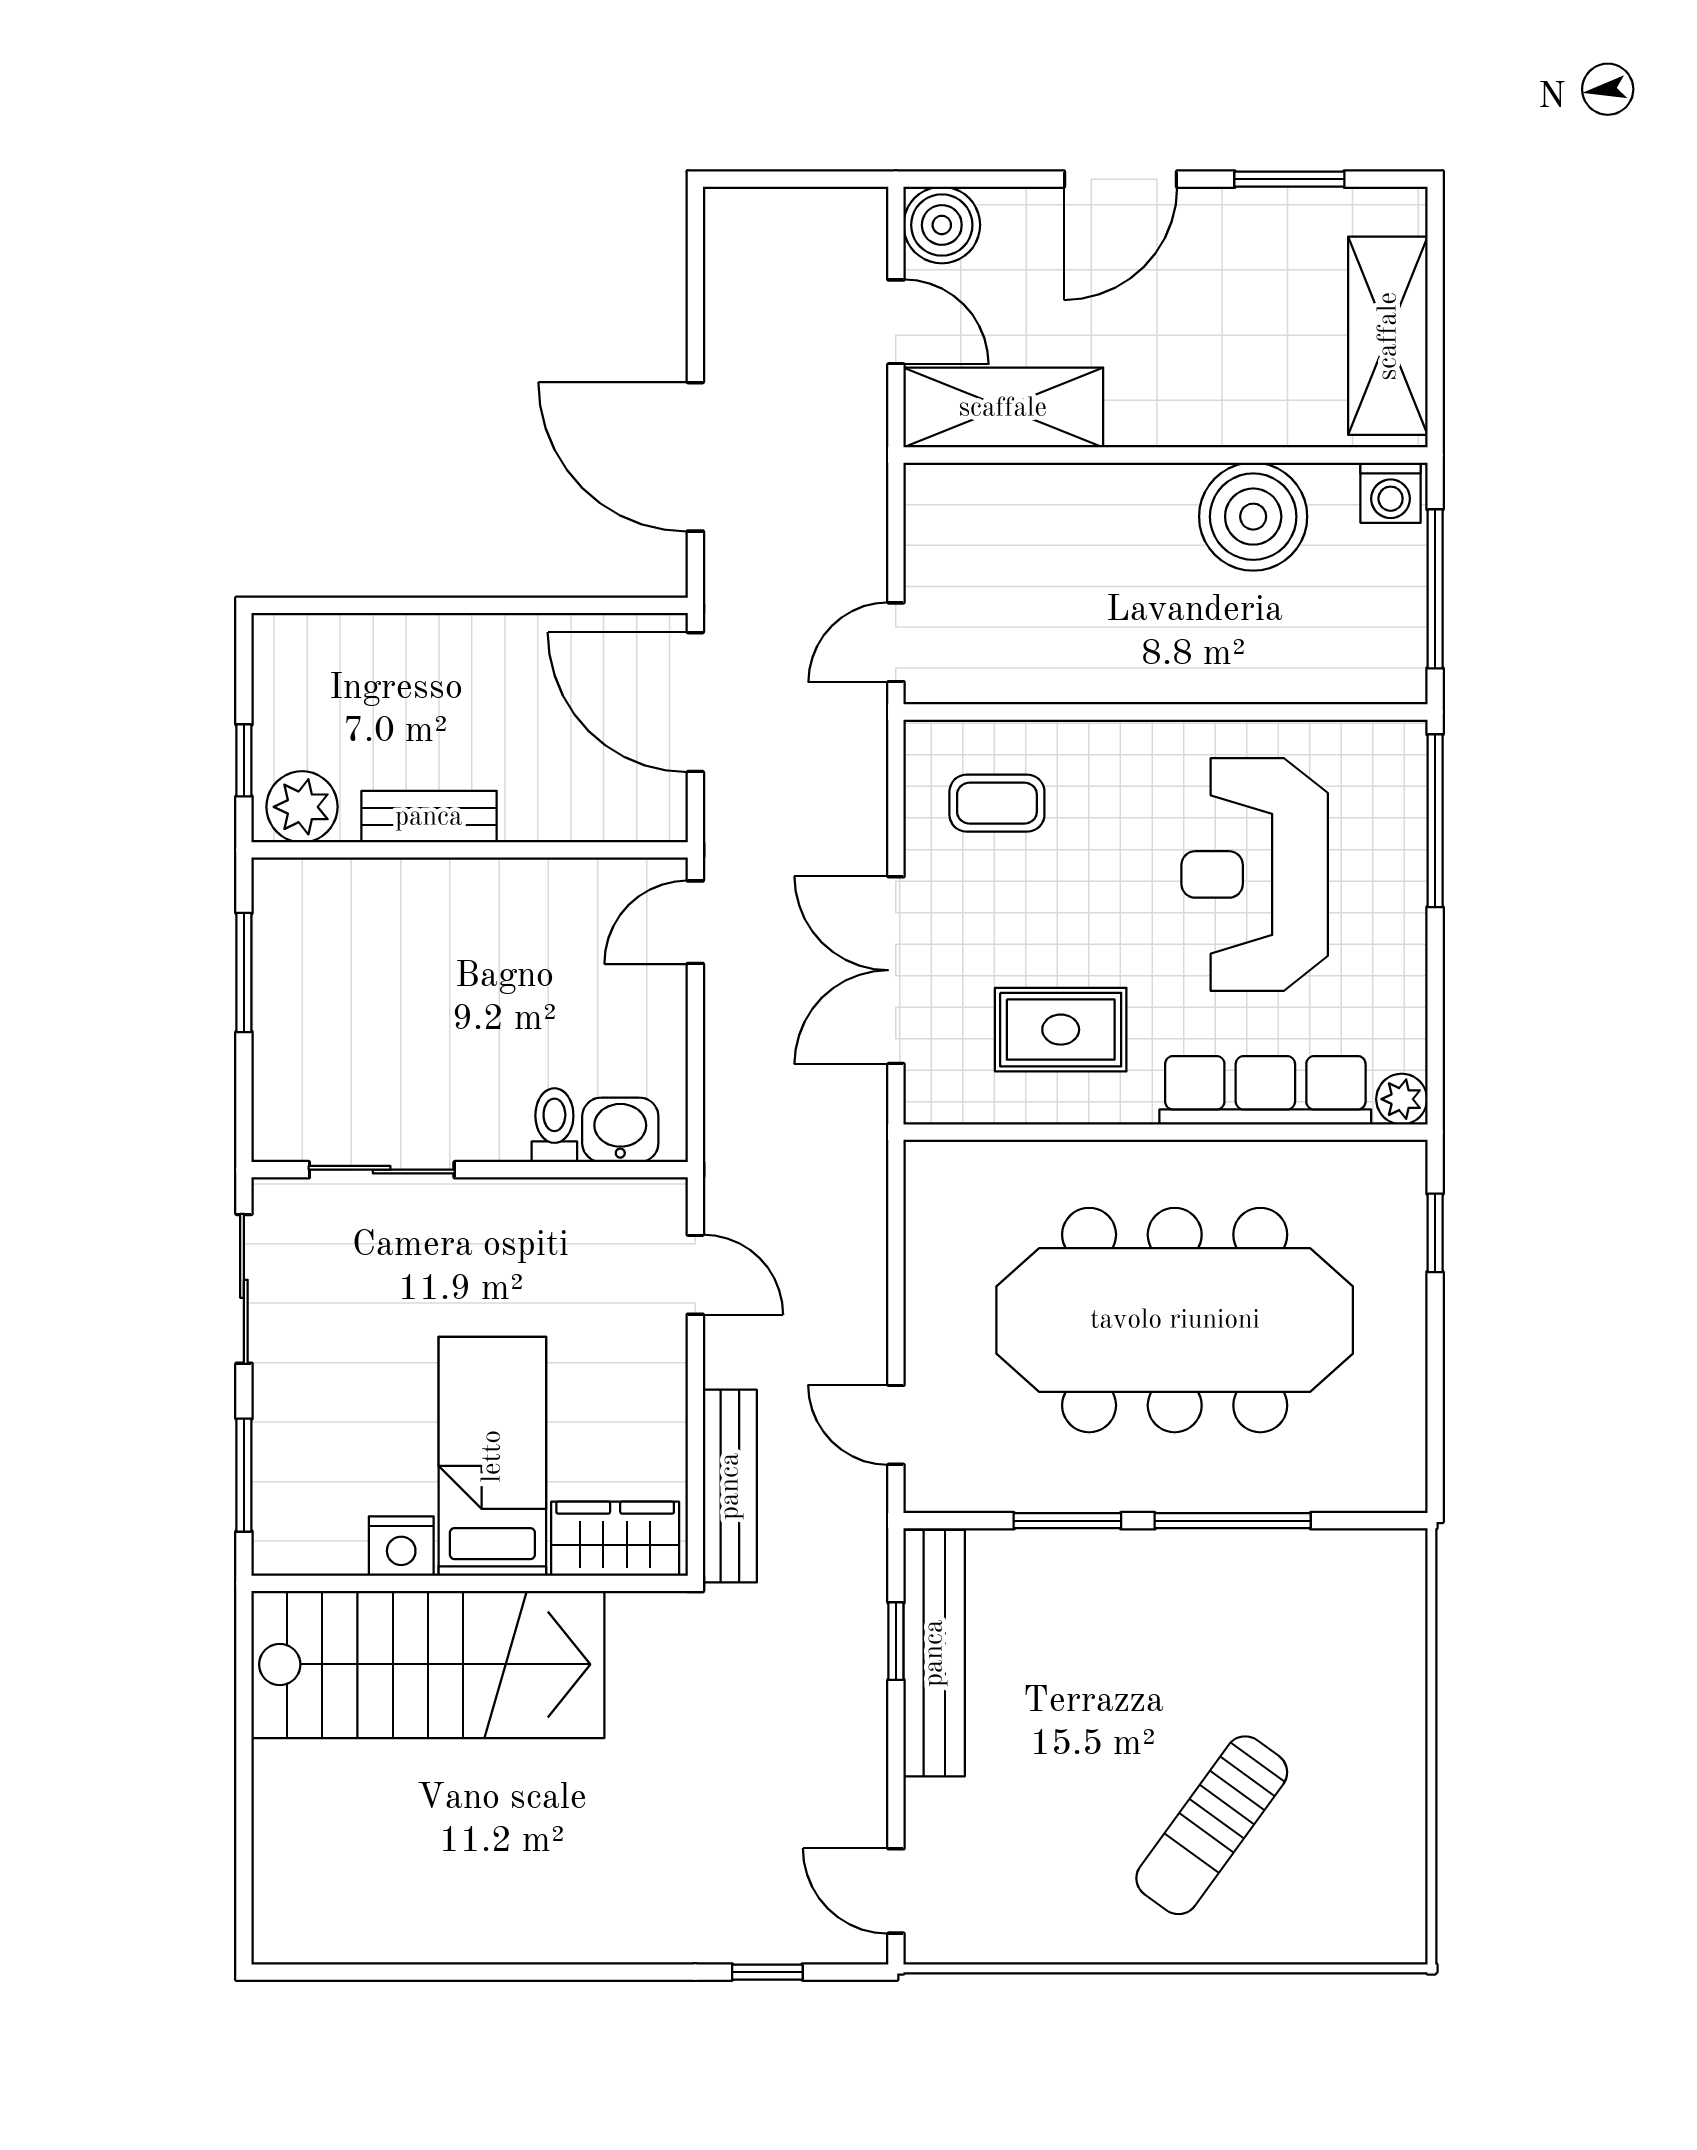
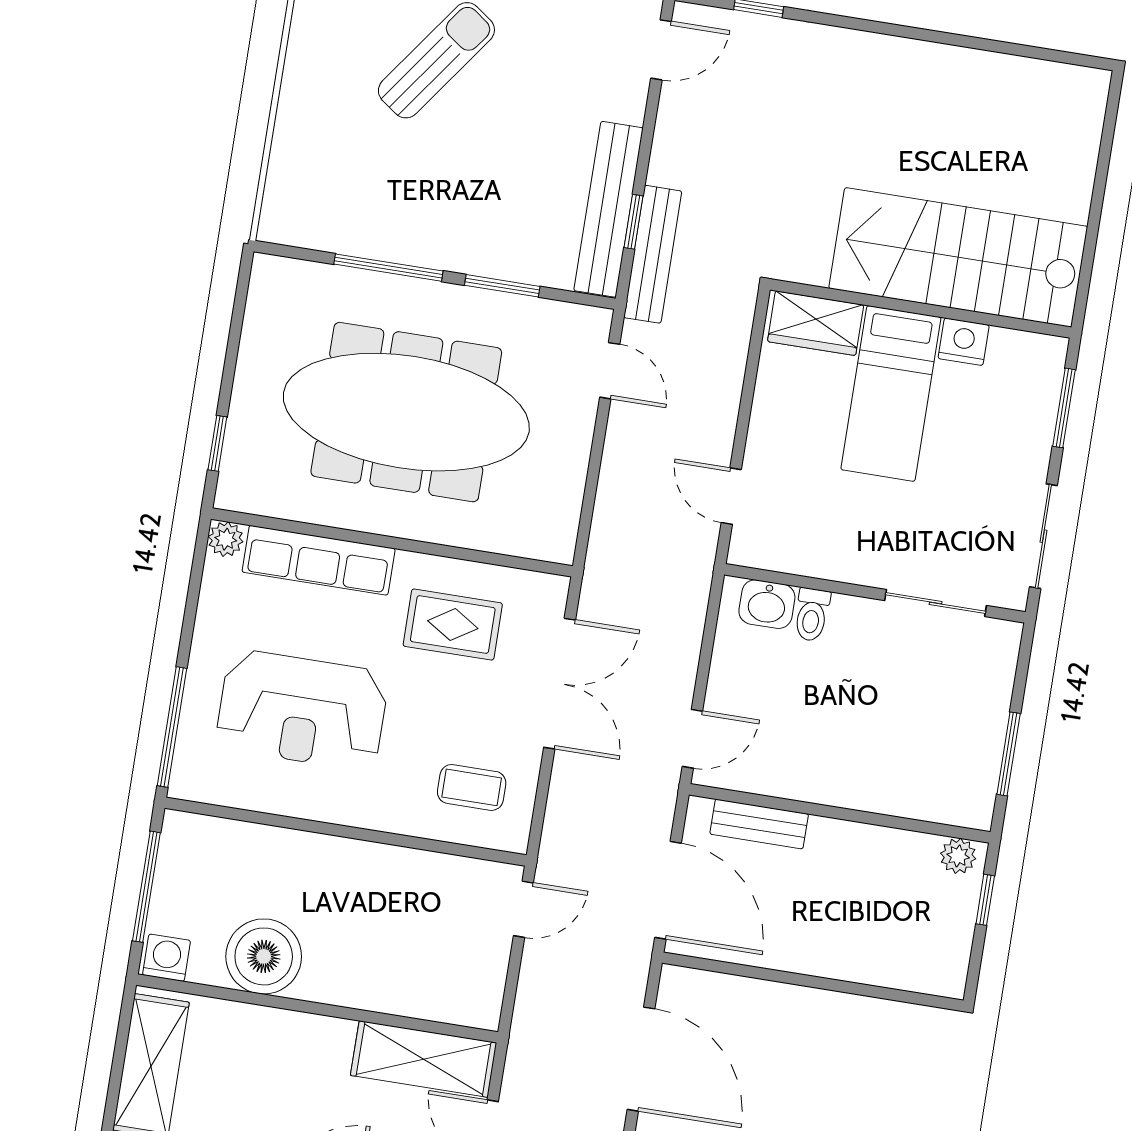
plant: (302, 807) -> (958, 856), width x0.73, depth x0.73
bench: (429, 817) -> (759, 824), moved
reception desk: (1255, 874) -> (302, 710), turned 90
bench: (730, 1486) -> (653, 254), moved
door: (896, 1891) -> (661, 50), hinge flipped

